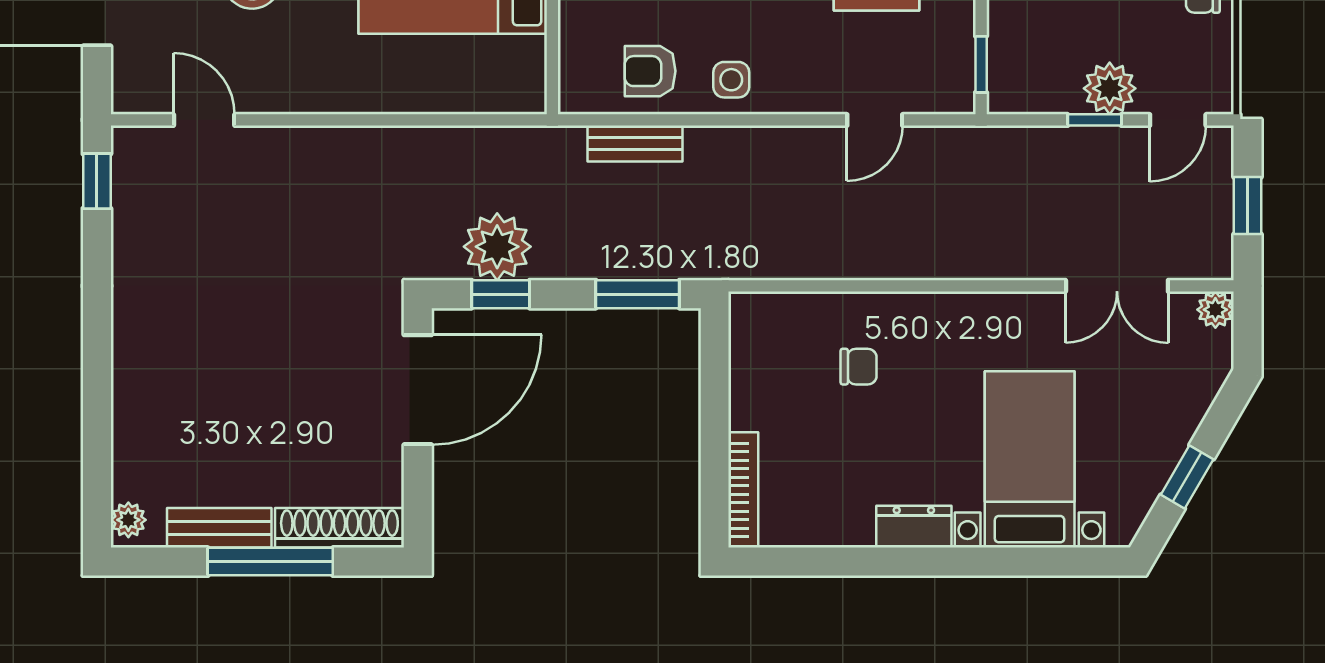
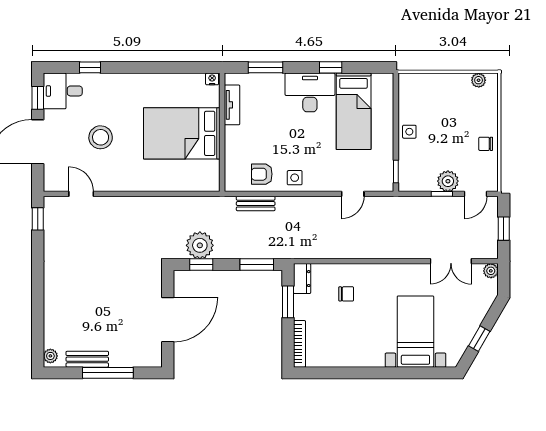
window: (715, 386) -> (288, 302), added
door: (418, 390) -> (168, 320), moved
dresser: (914, 527) -> (302, 279), moved, turned 90
shoe rack: (339, 528) -> (136, 359), removed

